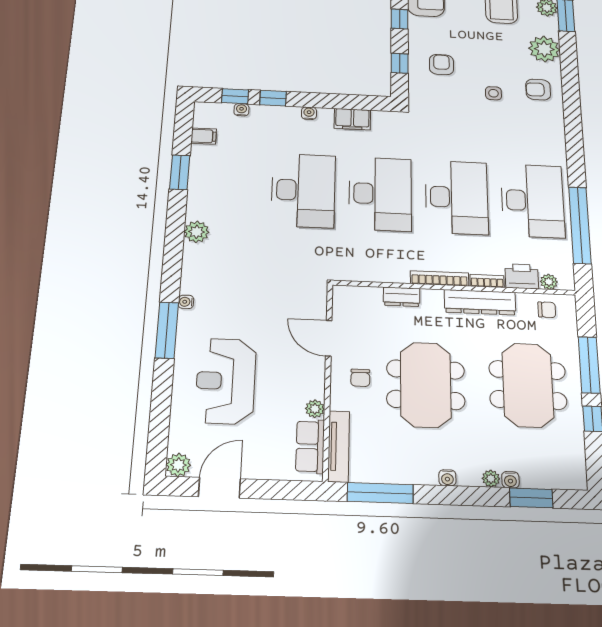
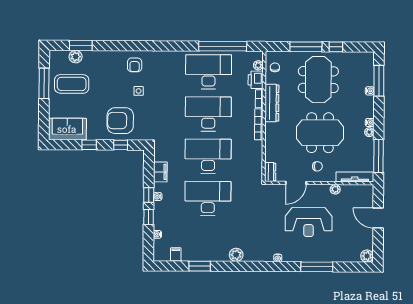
plant: (544, 49) -> (106, 60), removed
armchair: (441, 65) -> (120, 121), width x1.88, depth x1.88
window: (235, 96) -> (149, 195), moved
dresser: (402, 297) -> (270, 172), moved
window: (167, 330) -> (317, 267), moved
reception desk: (226, 381) -> (309, 222), moved
meeting table: (528, 385) -> (318, 80), turned 90
row of seats: (310, 446) -> (355, 191), removed
plant: (491, 479) -> (369, 132), moved
door: (219, 488) -> (378, 218), moved
window: (531, 498) -> (379, 81), width x1.44

